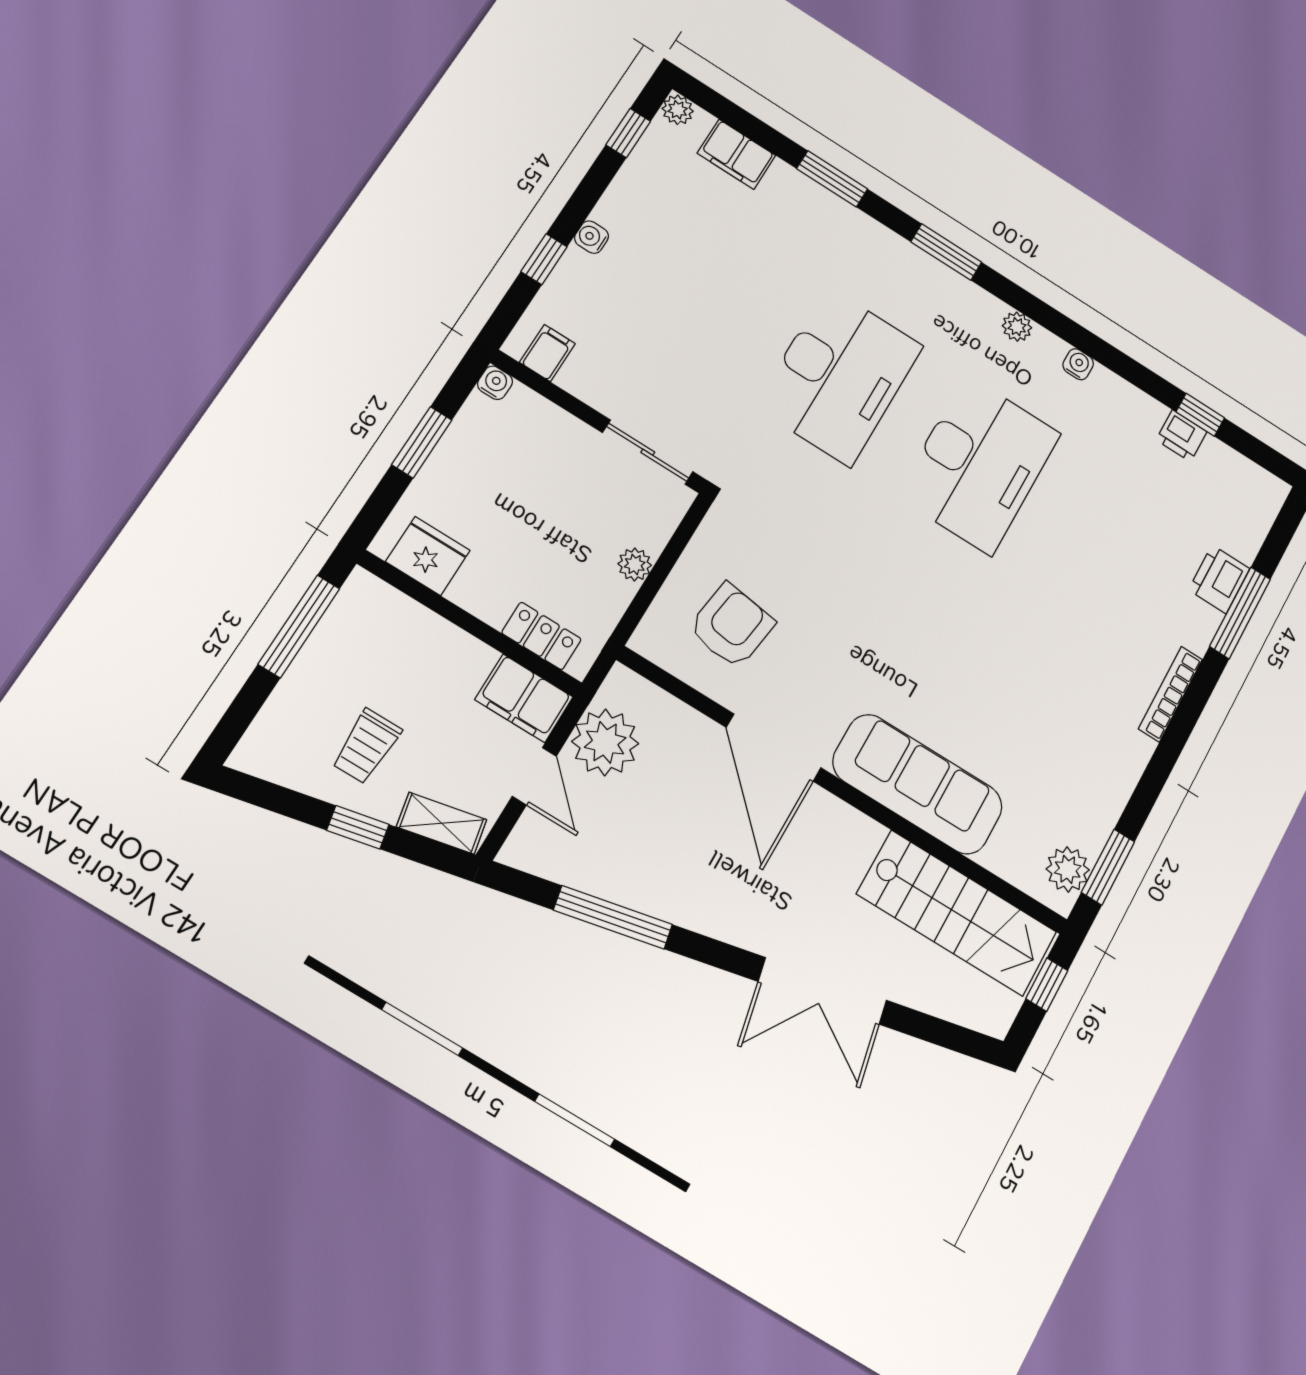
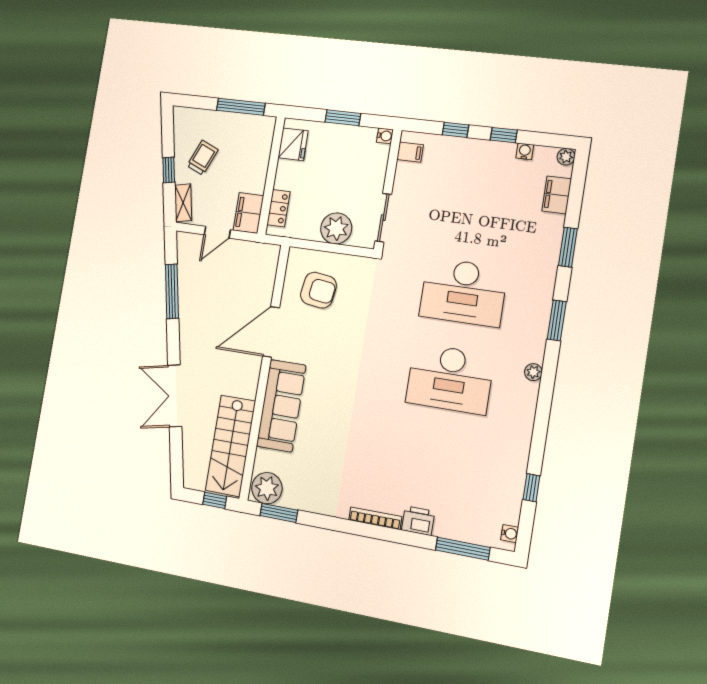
window: (628, 133) -> (504, 135), moved
water cooler: (592, 237) -> (525, 151), moved
water cooler: (1078, 364) -> (510, 534), moved
printer: (1181, 436) -> (515, 481), removed
plant: (635, 565) -> (336, 228), width x1.88, depth x1.88
printer: (1219, 579) -> (418, 521), moved
window: (1240, 613) -> (463, 549), moved
plant: (605, 742) -> (244, 256), removed
trolley: (367, 746) -> (202, 158), turned 113
plant: (1068, 869) -> (267, 488), width x1.36, depth x1.36

